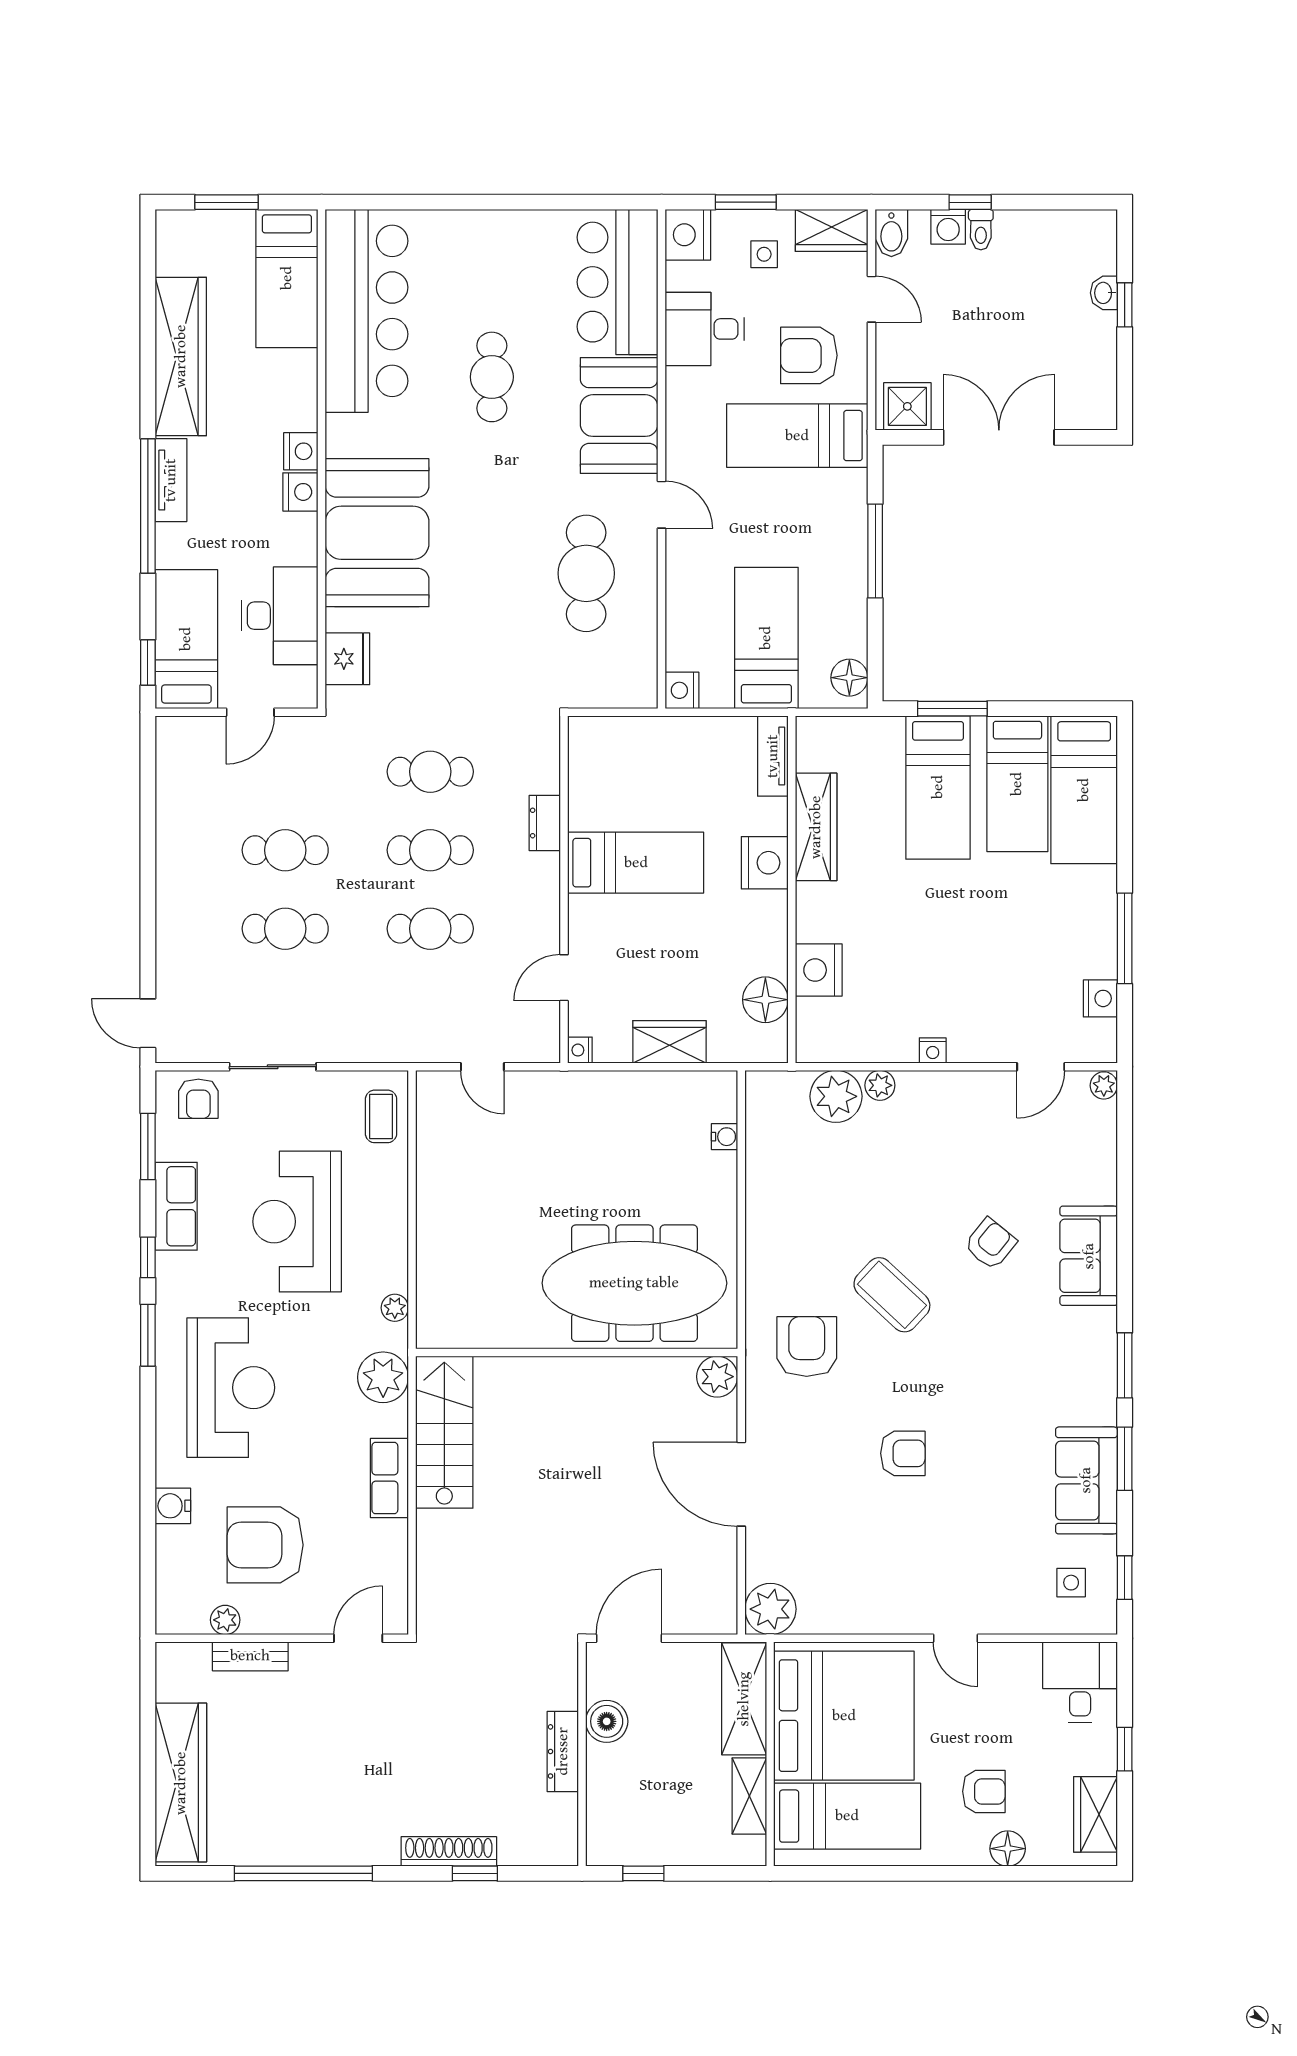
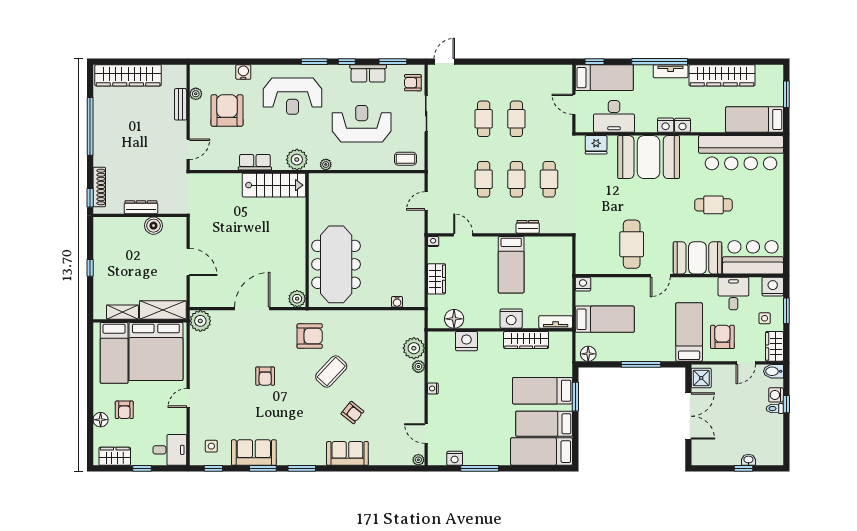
cafe table: (586, 573) -> (632, 244), turned 90
door: (358, 1638) -> (188, 149), hinge flipped
boiler: (607, 1721) -> (154, 226), moved
dresser: (563, 1751) -> (141, 207), moved
wall: (582, 1754) -> (140, 215), moved

